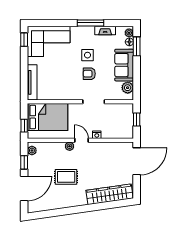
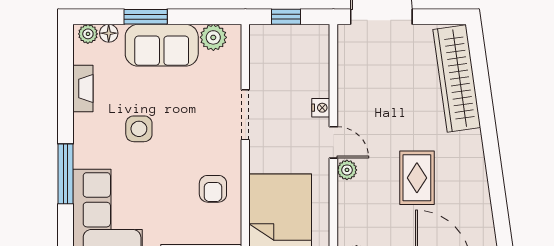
window: (91, 23) -> (66, 174), moved
window: (137, 46) -> (146, 17), moved
armchair: (89, 74) -> (213, 189), moved
door: (82, 140) -> (333, 142), swing flipped

